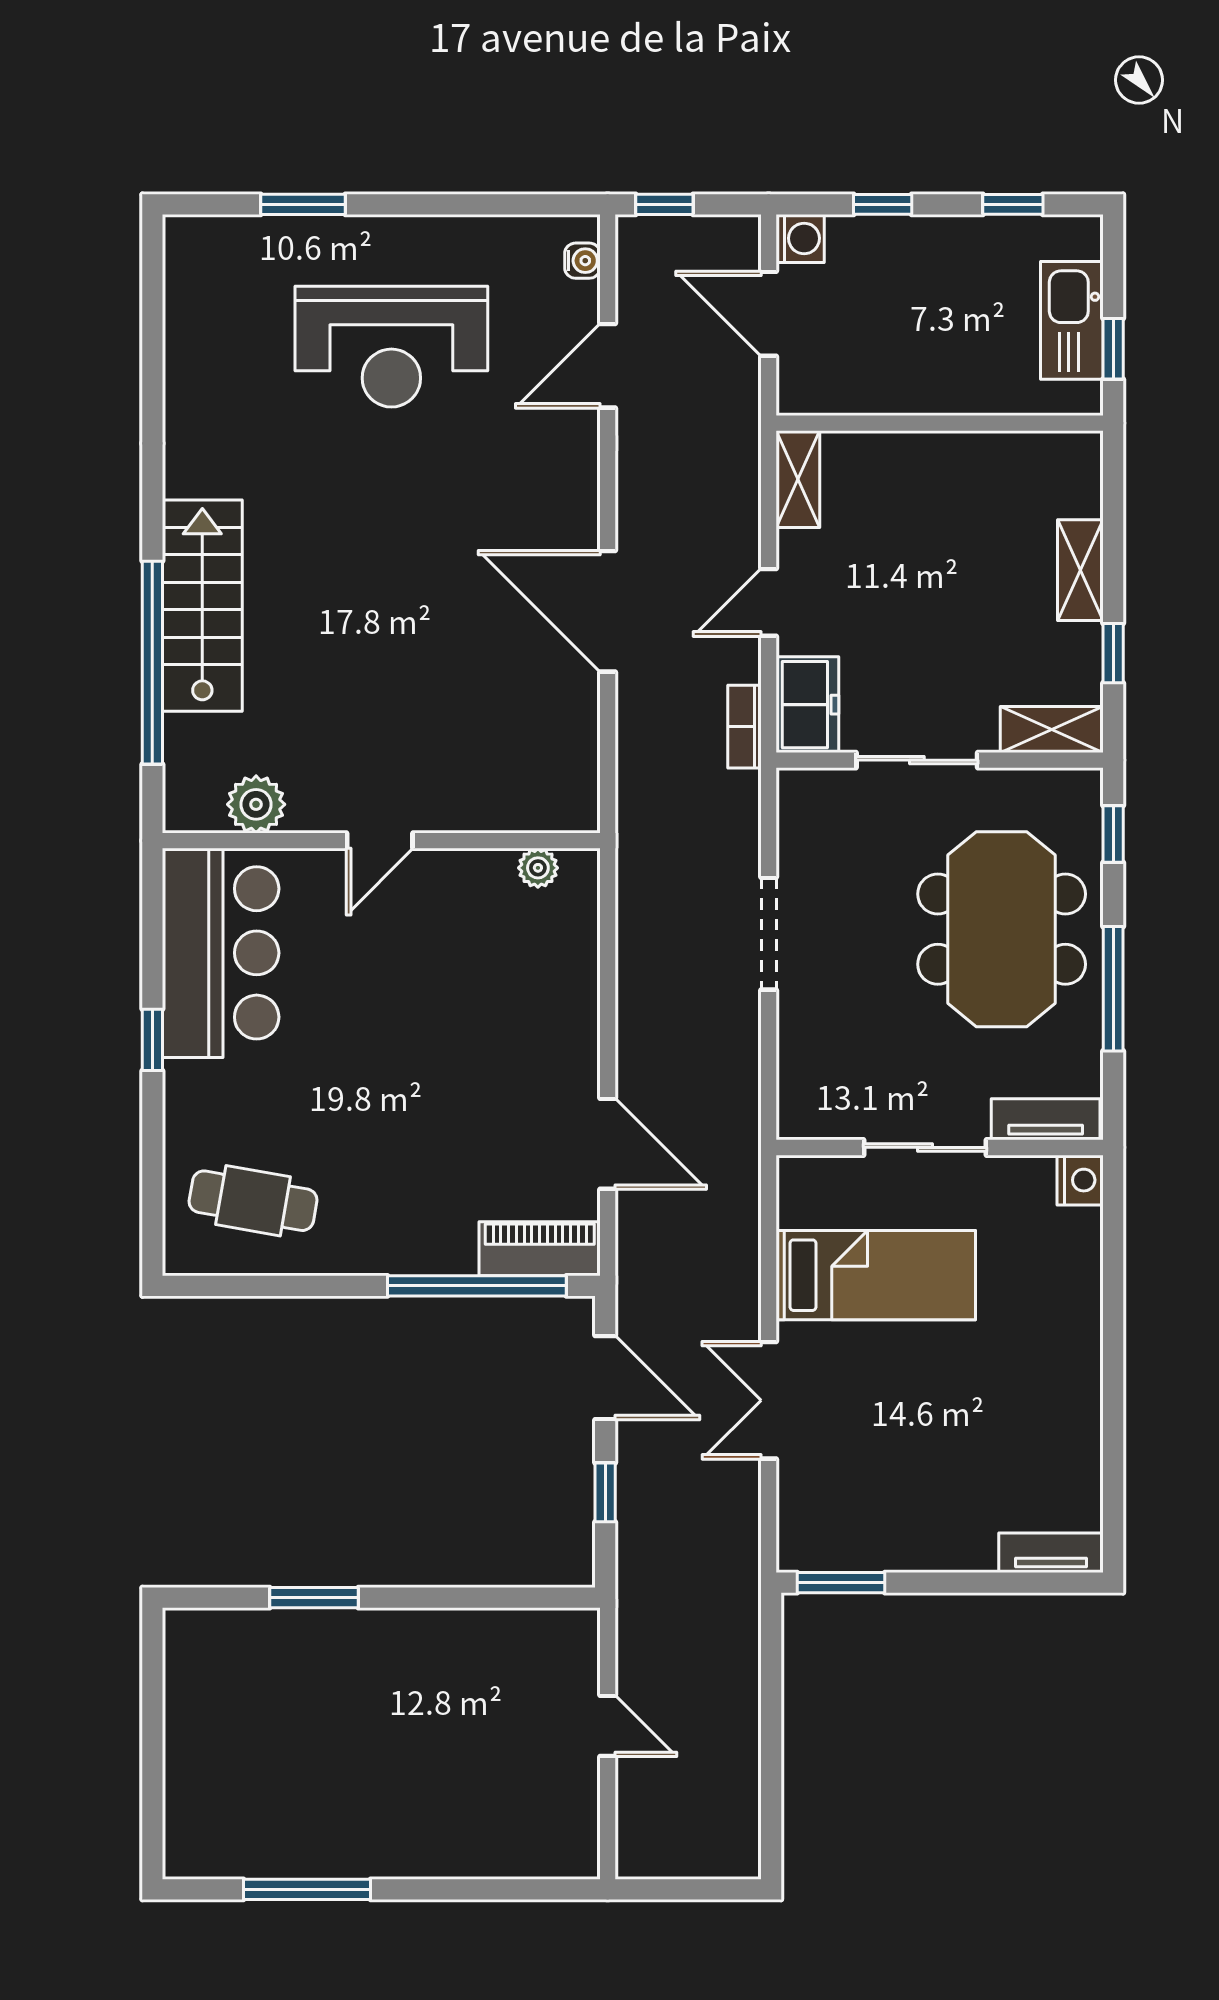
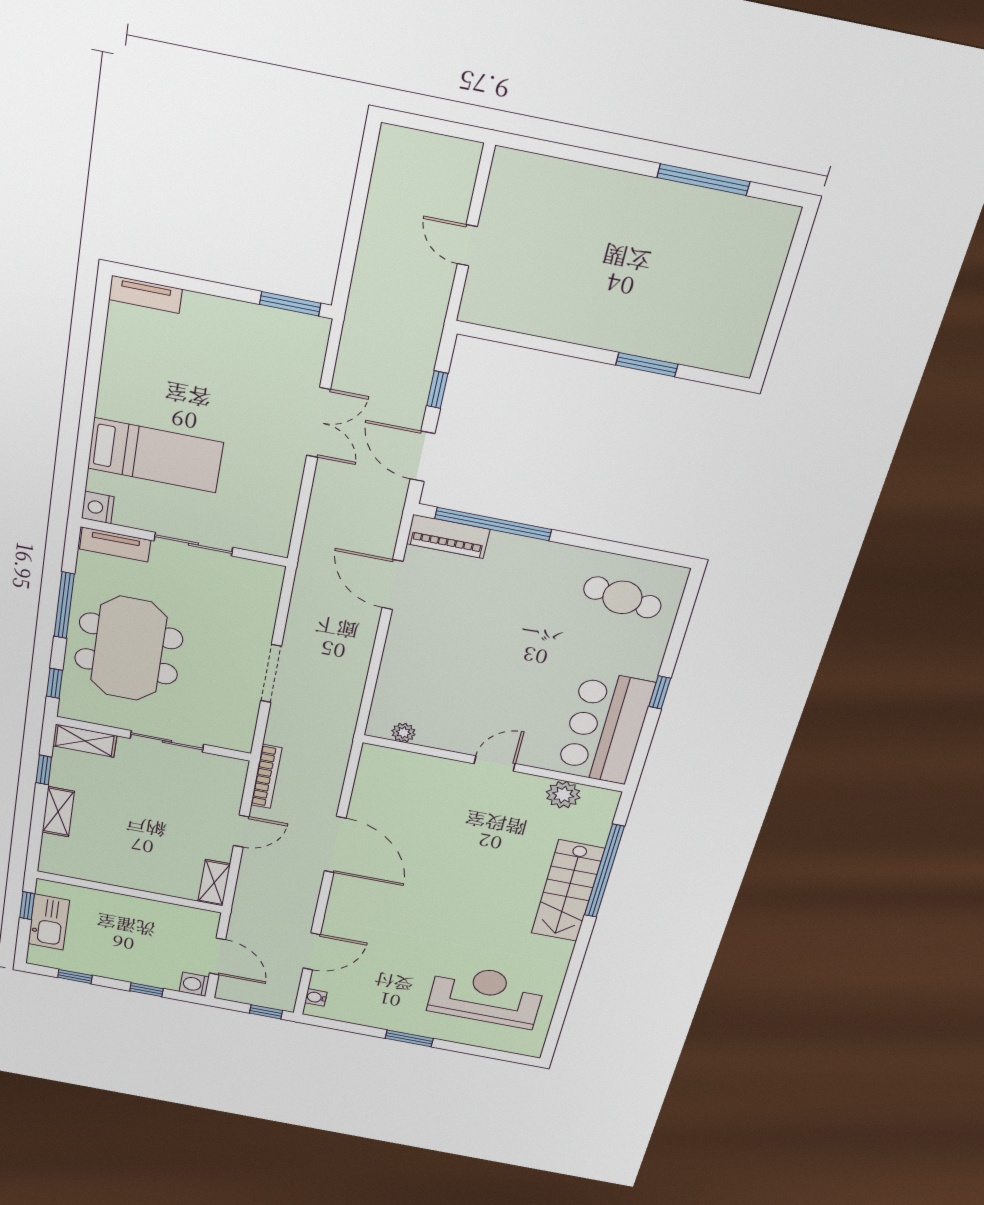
window: (303, 204) -> (409, 1038), moved
reception desk: (391, 347) -> (486, 996), moved
freezer: (807, 705) -> (227, 780), removed
bookcase: (744, 727) -> (266, 777), width x1.56
bed: (876, 1275) -> (155, 455), moved, turned 180

